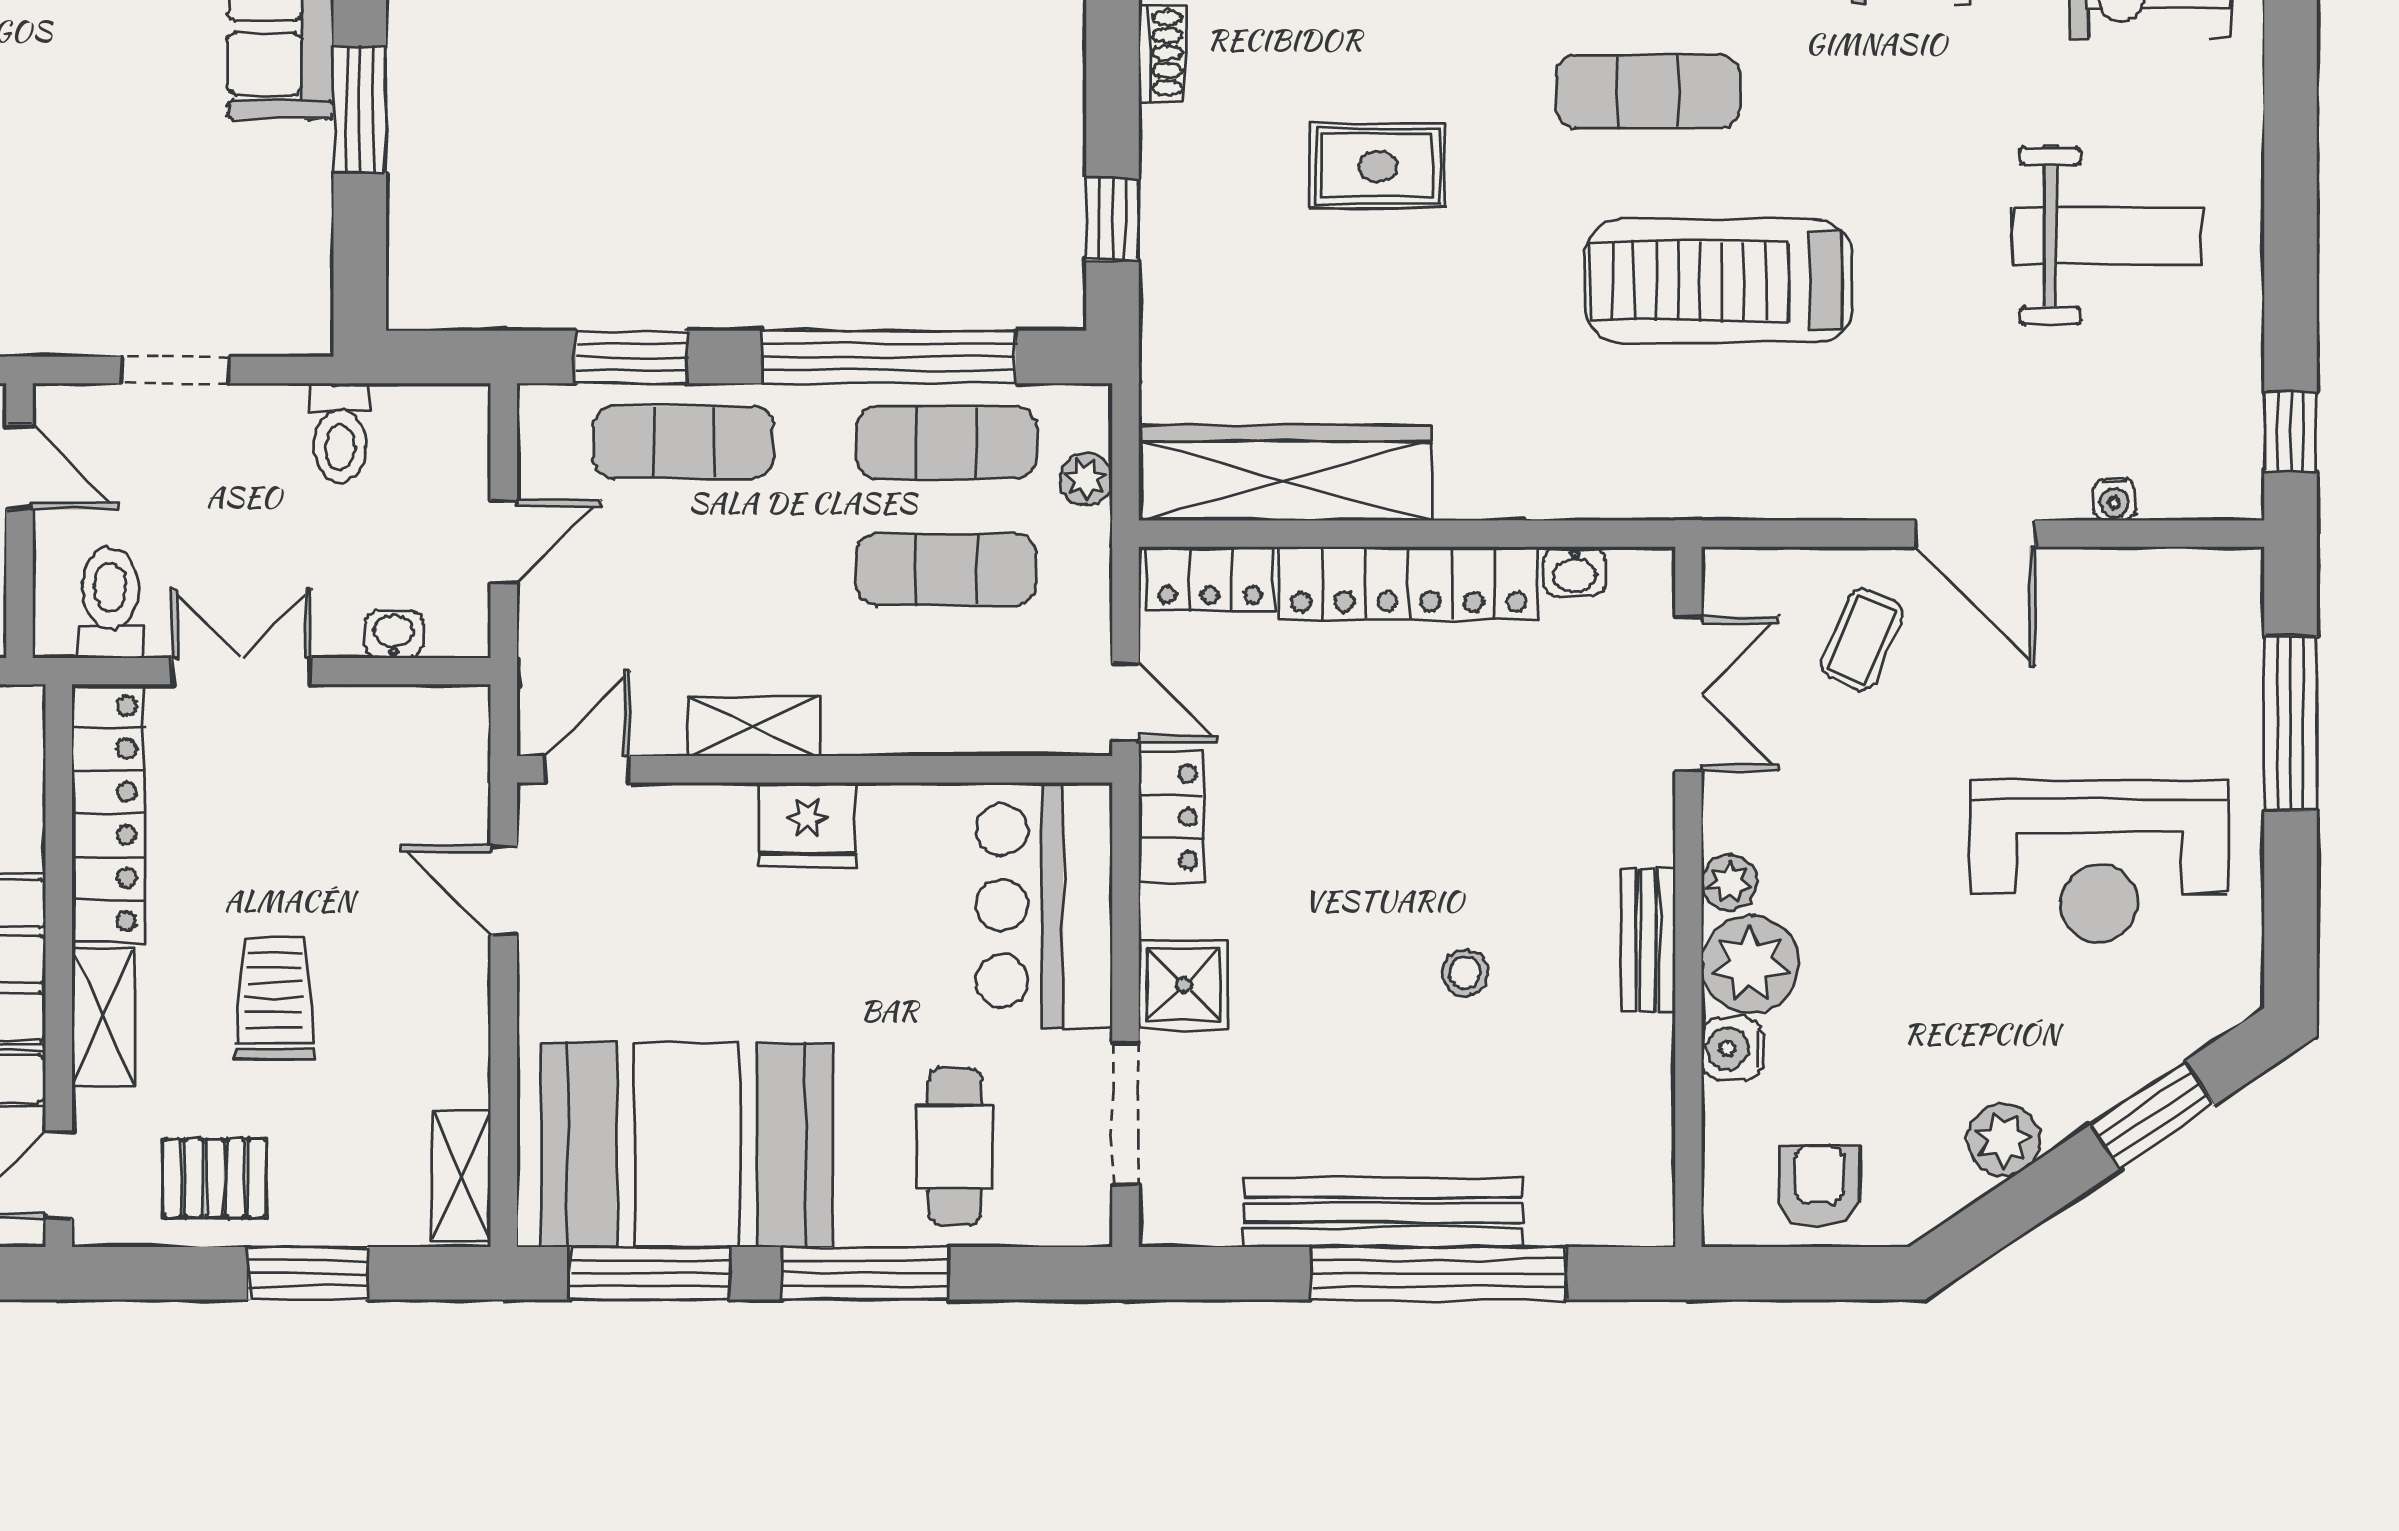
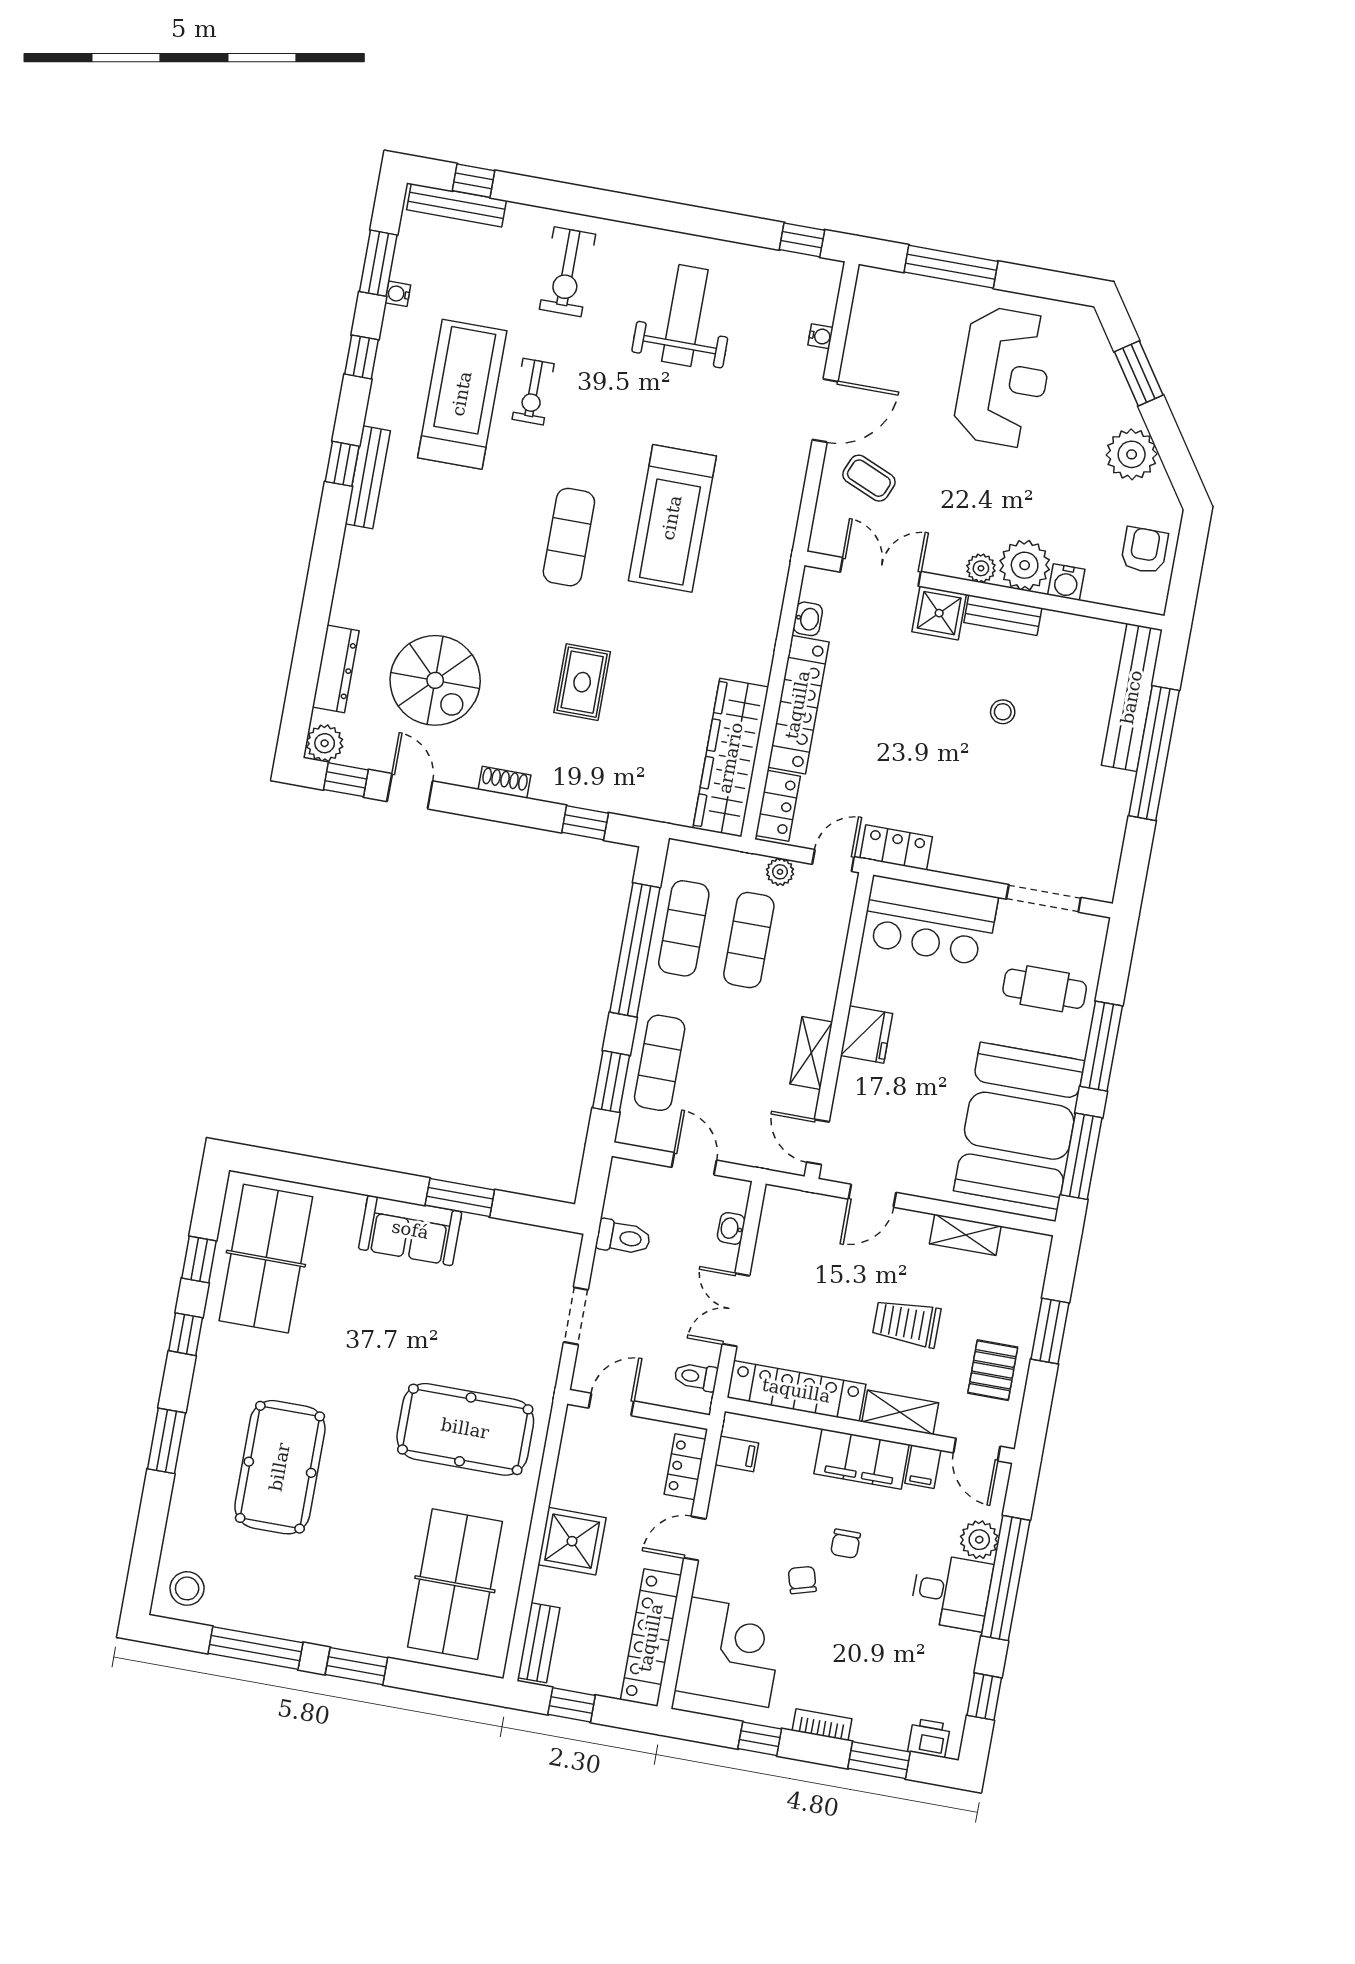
plant: (1086, 479) -> (780, 872), moved
toilet: (110, 603) -> (696, 1377), width x0.73, depth x0.72
shower: (1184, 985) -> (939, 613), moved
plant: (2004, 1140) -> (1132, 454), width x1.36, depth x1.36
shelving: (462, 1175) -> (965, 1235), moved
armchair: (1819, 1186) -> (1144, 550), turned 90
bench: (1383, 1212) -> (1132, 697), moved

